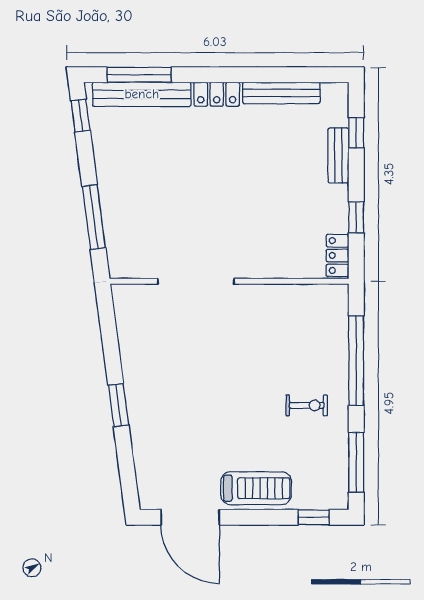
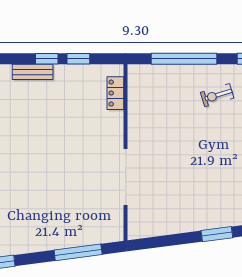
window: (356, 133) -> (47, 59), moved
locker: (337, 256) -> (115, 93), moved, turned 90
exercise bike: (307, 405) -> (217, 95), turned -107

